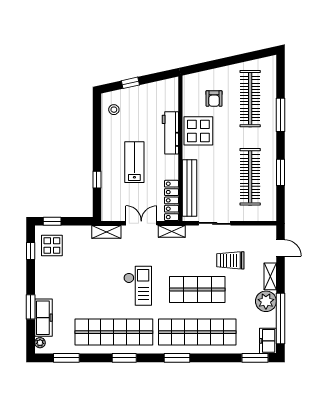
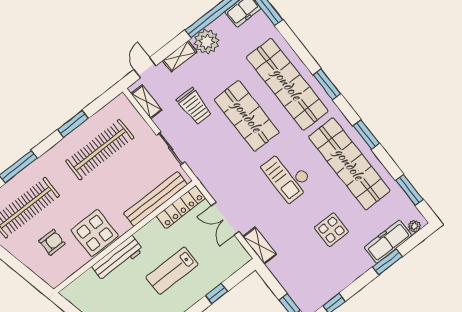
shelving: (172, 231) -> (146, 102), moved
display table: (52, 245) -> (331, 230), moved
checkout: (138, 286) -> (287, 176), turned -90

